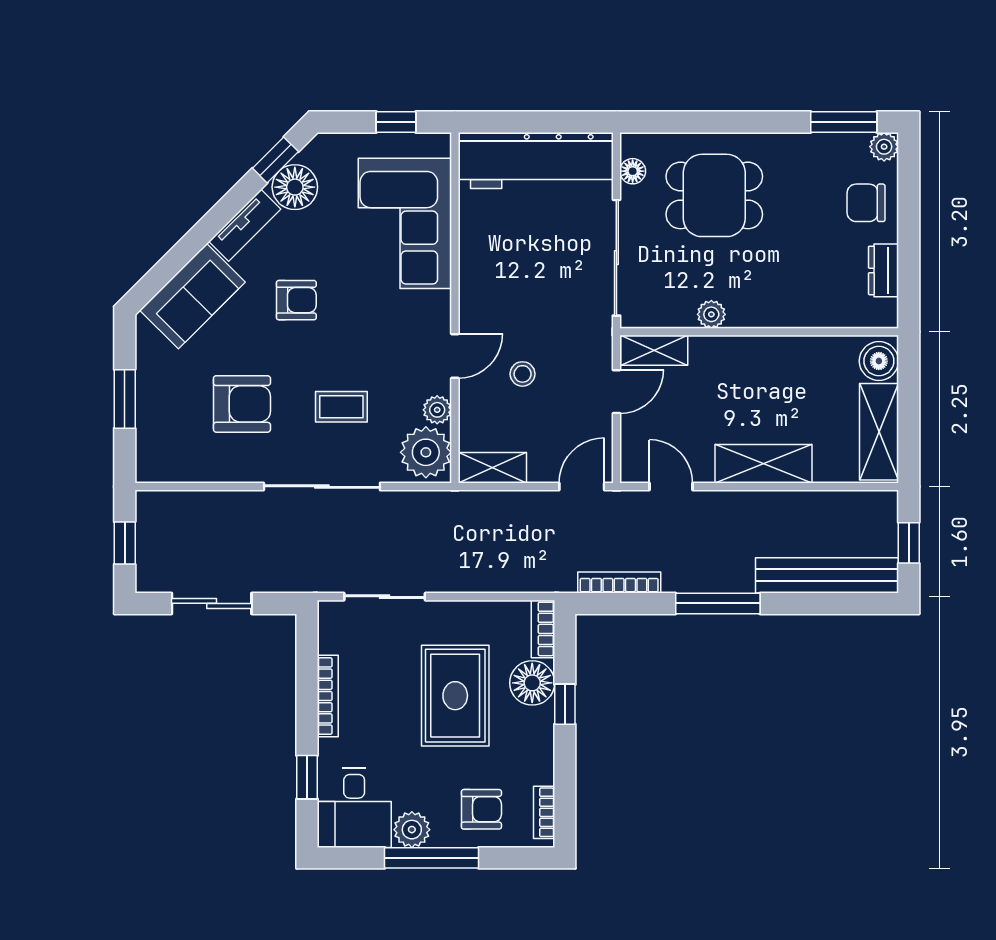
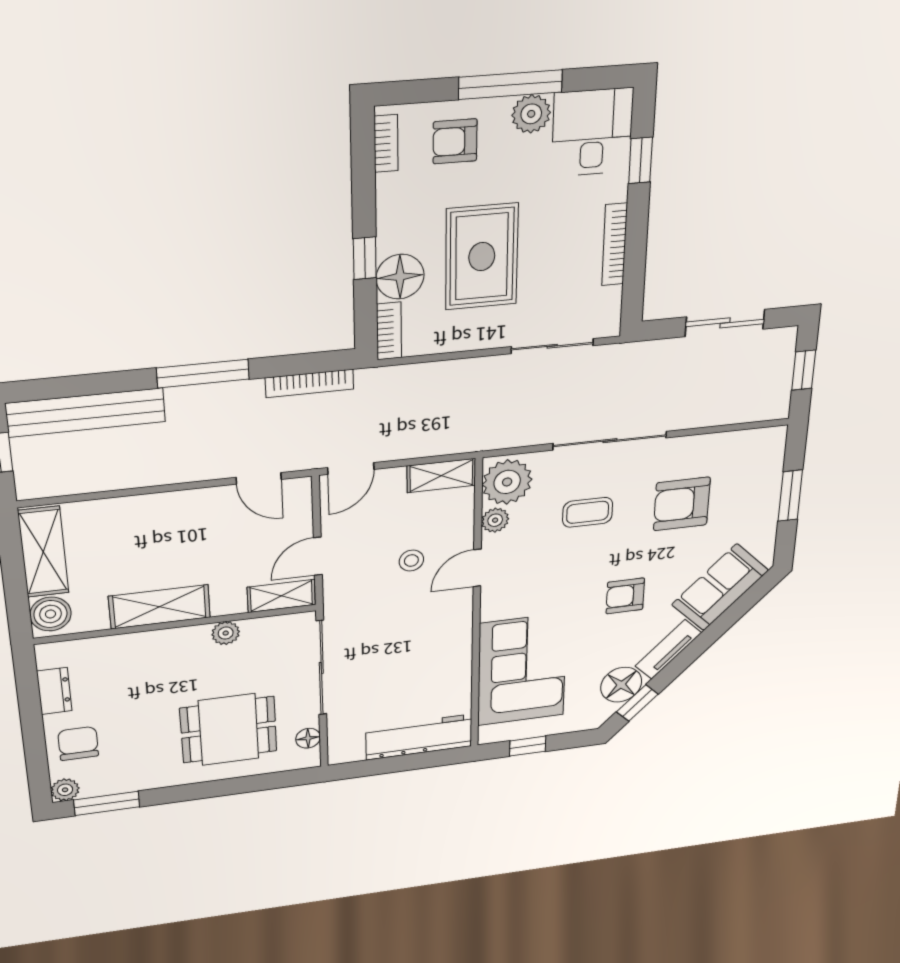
workbench: (536, 160) -> (419, 737), width x0.73, depth x0.76
chair: (866, 203) -> (78, 743), turned -90
shelving: (763, 464) -> (160, 607), moved

